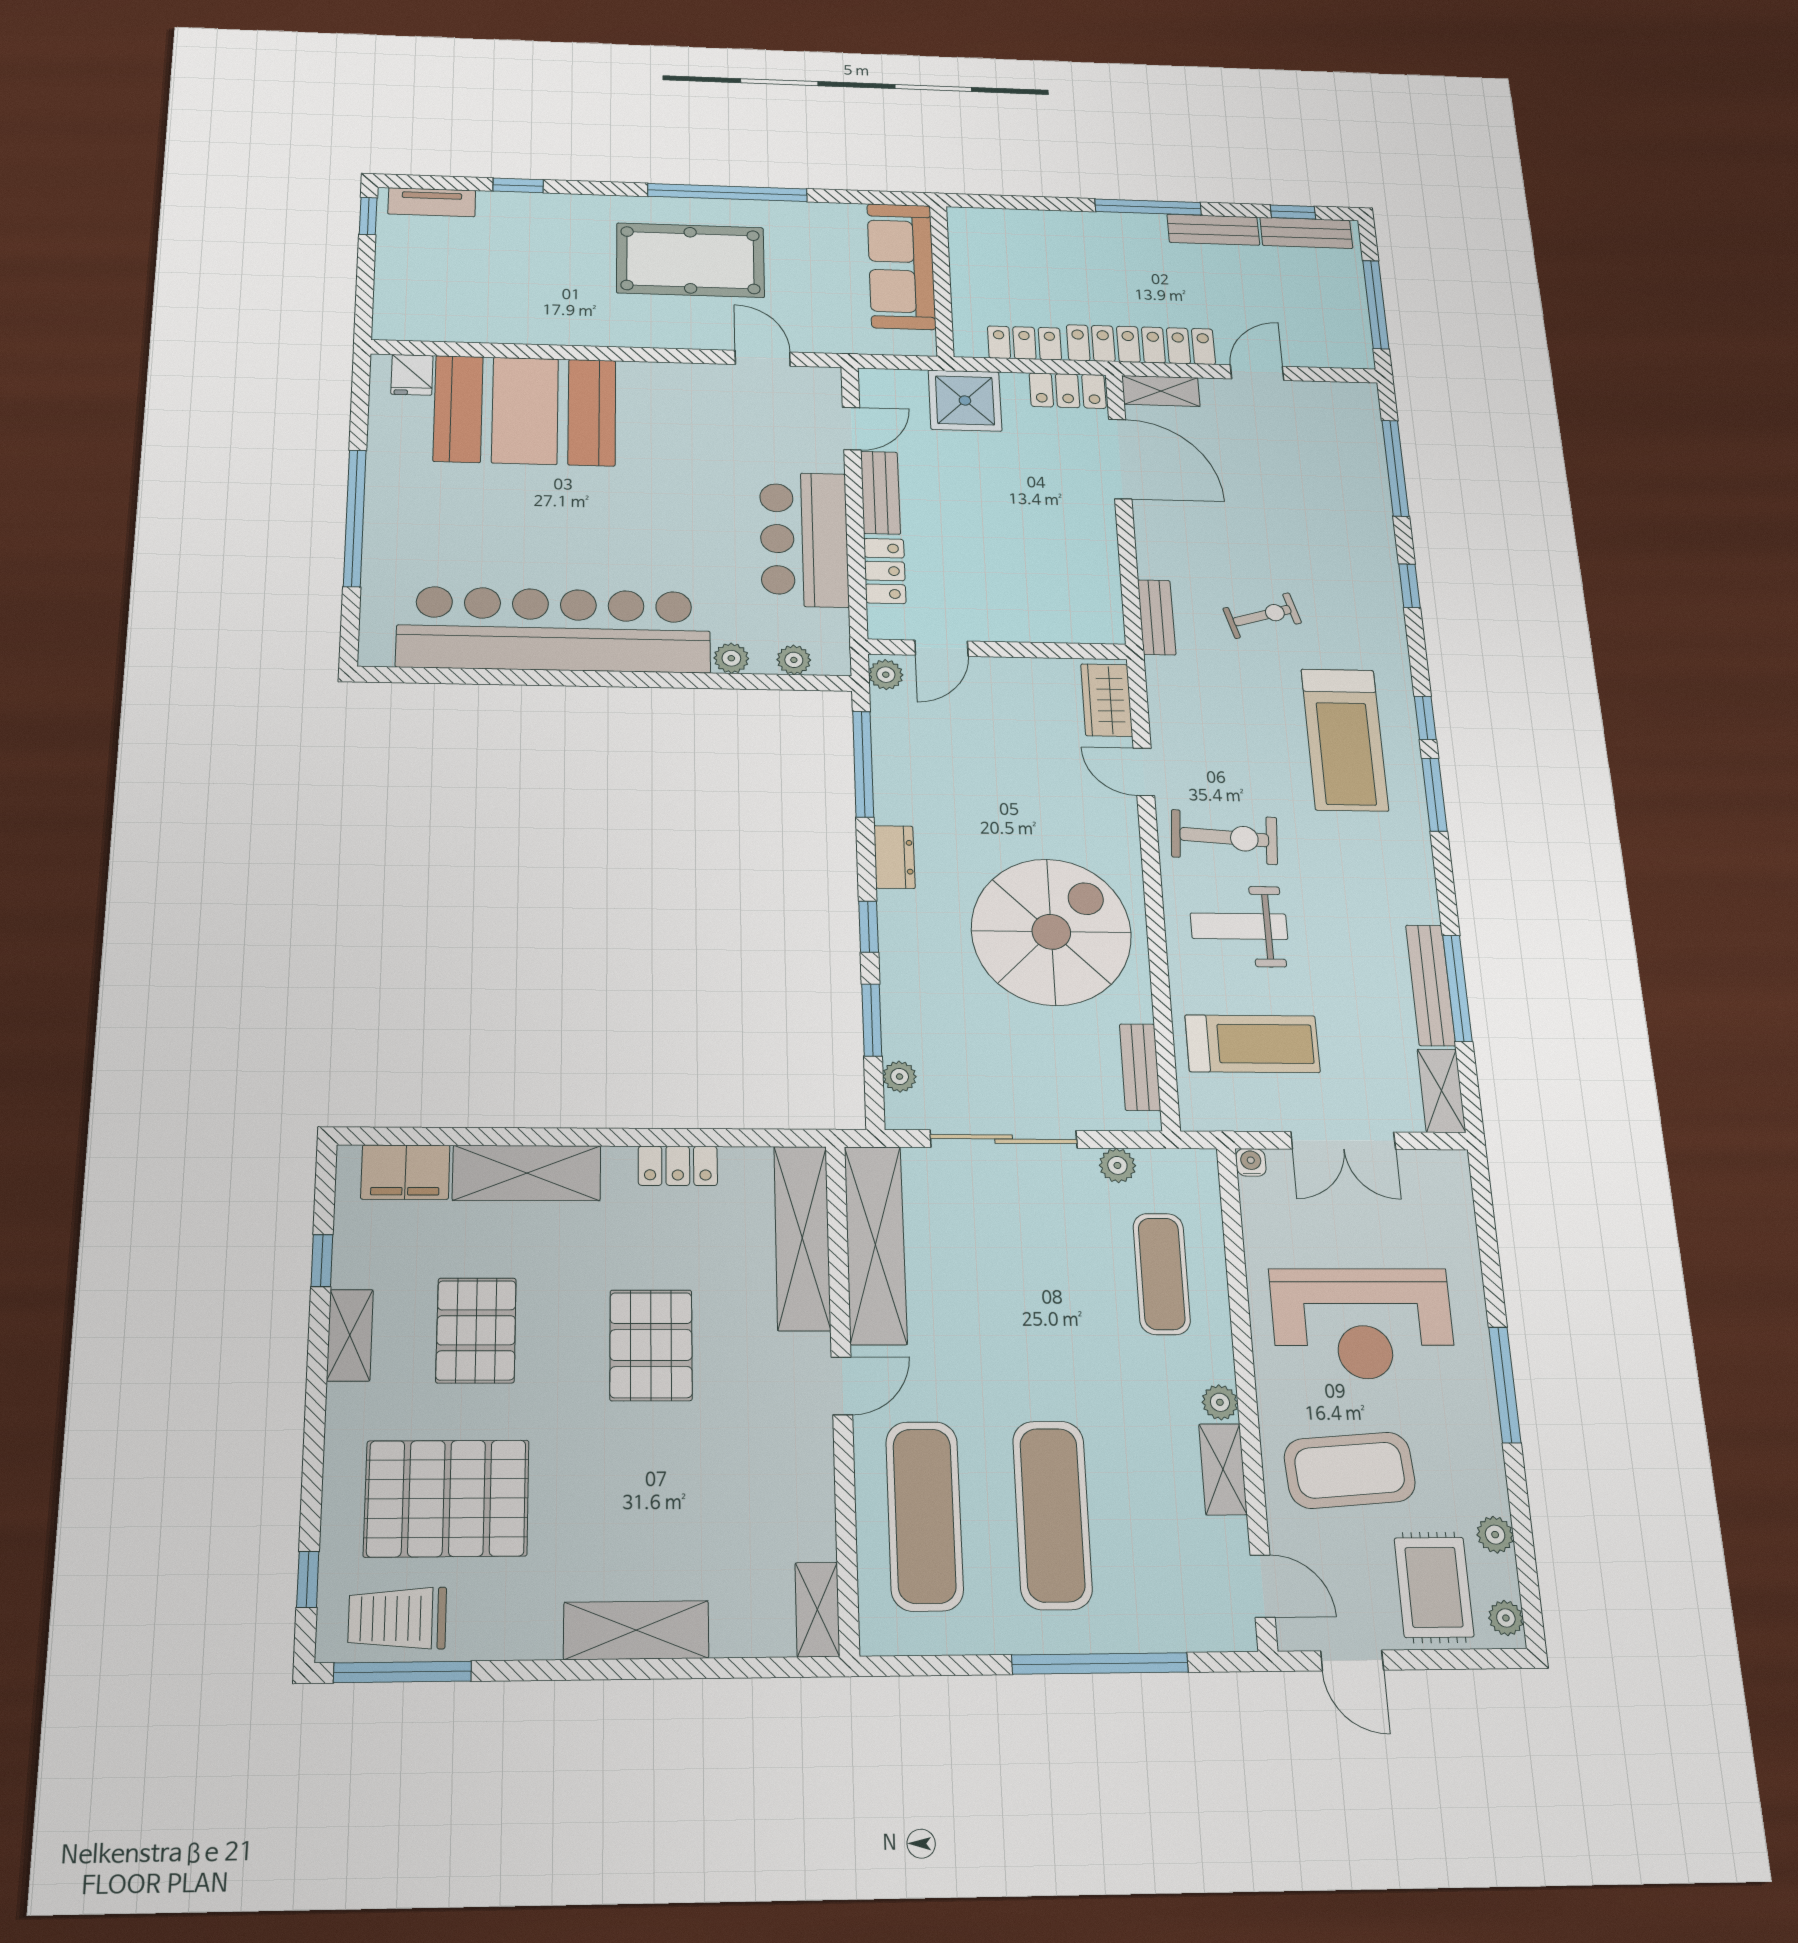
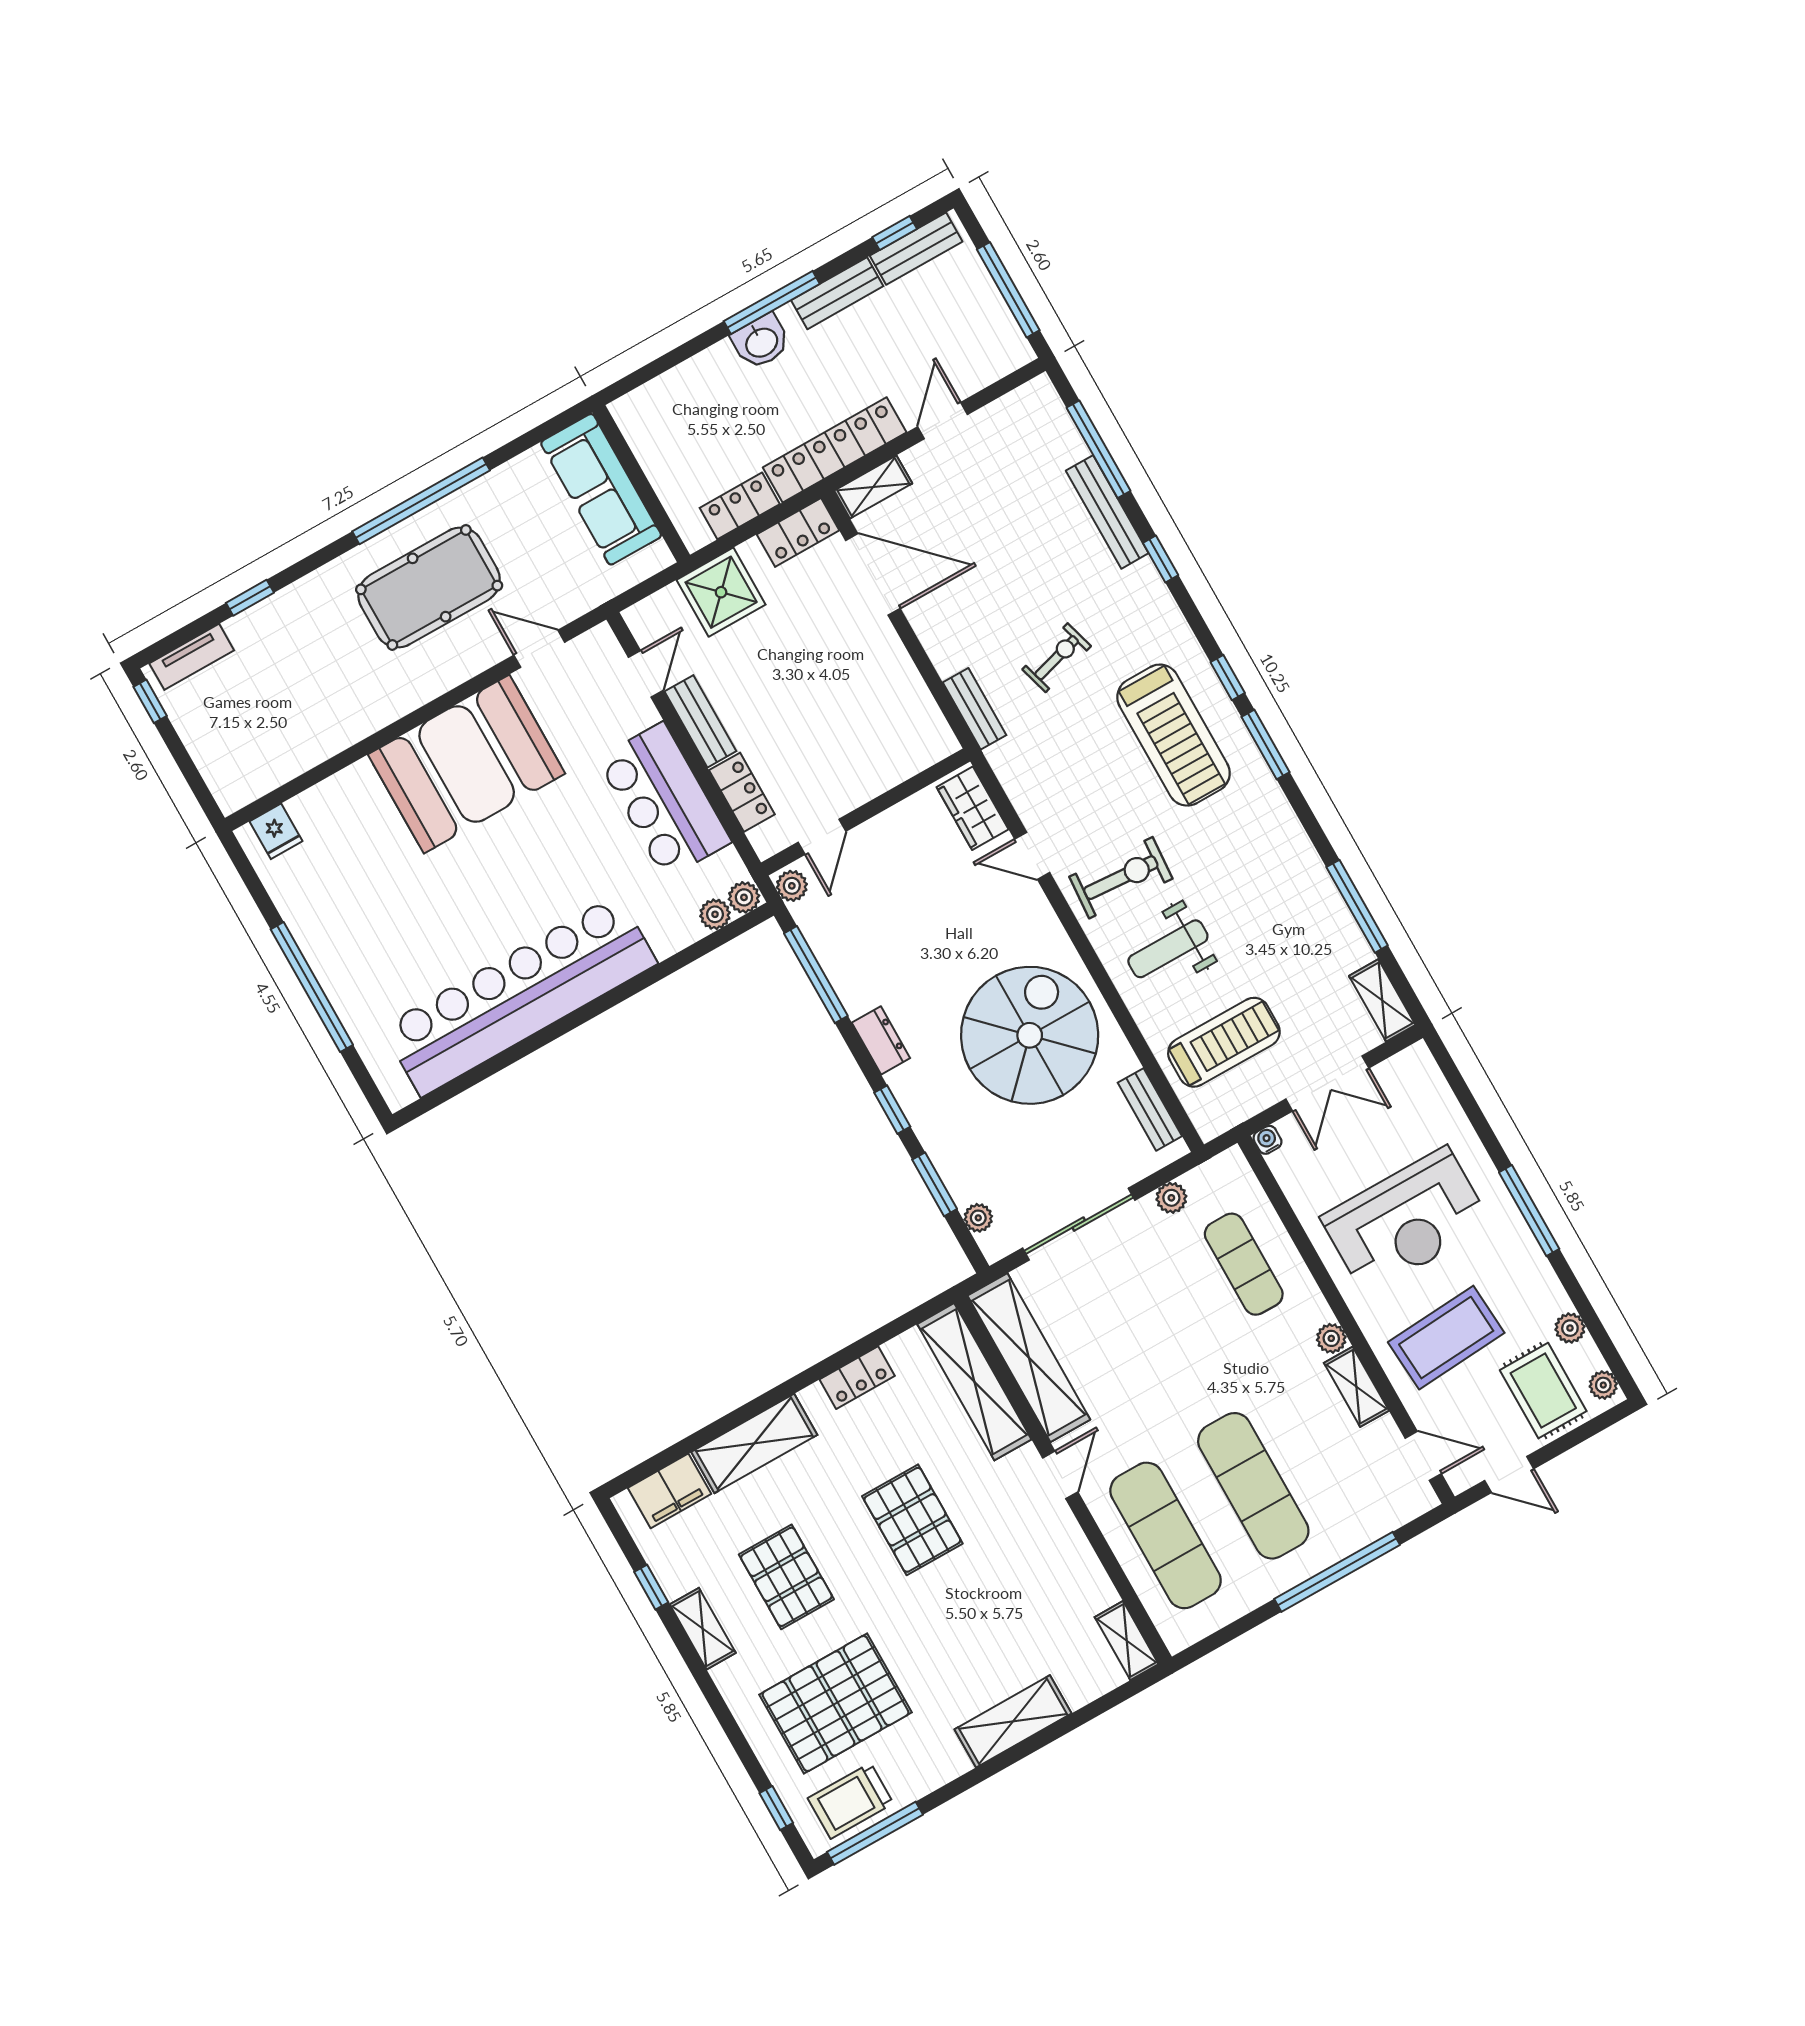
washbasin: (1121, 230) -> (761, 342), added
booth: (525, 411) -> (467, 764), moved
plant: (731, 658) -> (744, 897), moved
bench: (1431, 985) -> (1107, 512), moved

